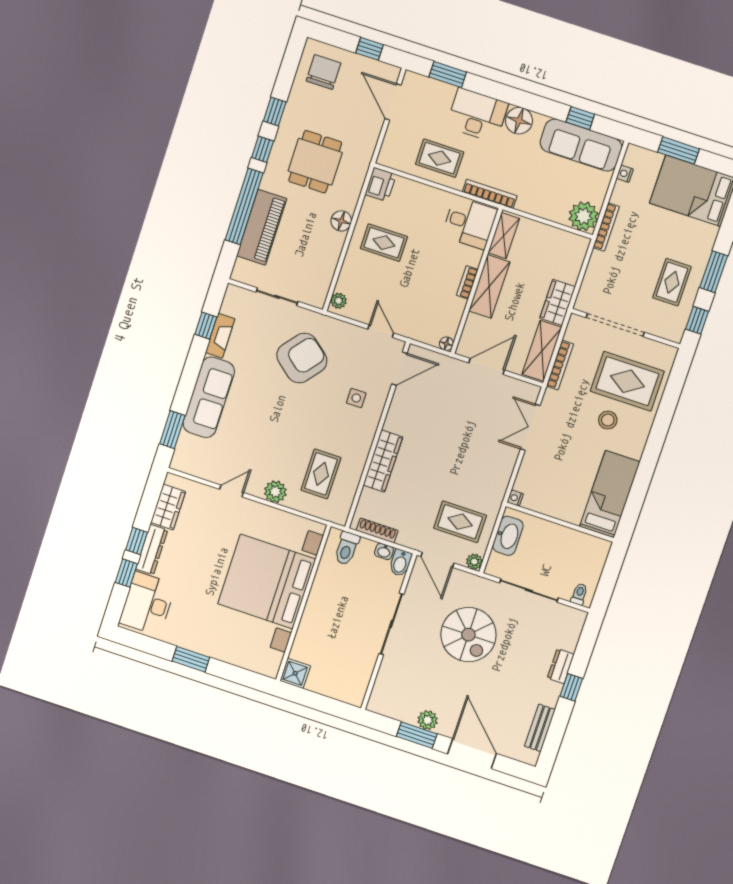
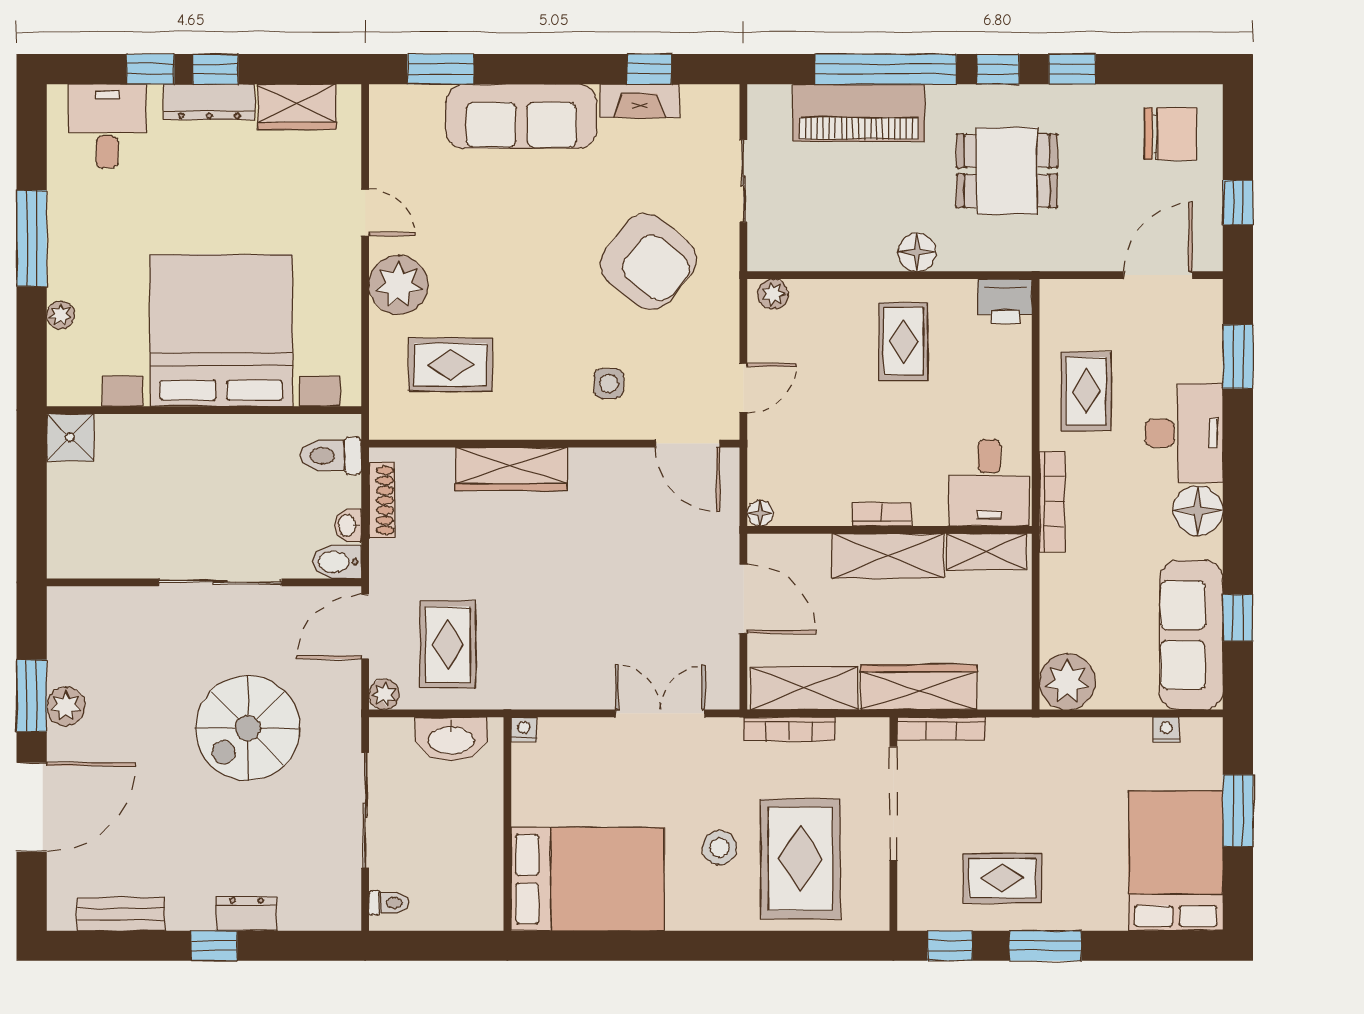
bookcase: (606, 227) -> (941, 729), moved
wardrobe: (558, 302) -> (919, 687), width x1.50
plant: (275, 492) -> (398, 285), width x1.36, depth x1.36
bed: (610, 494) -> (588, 879), width x1.50
desk: (147, 604) -> (107, 126), width x0.73
plant: (233, 658) -> (61, 315), added
window: (191, 659) -> (32, 238), width x1.44

